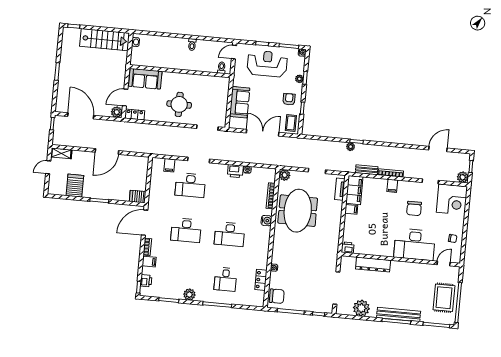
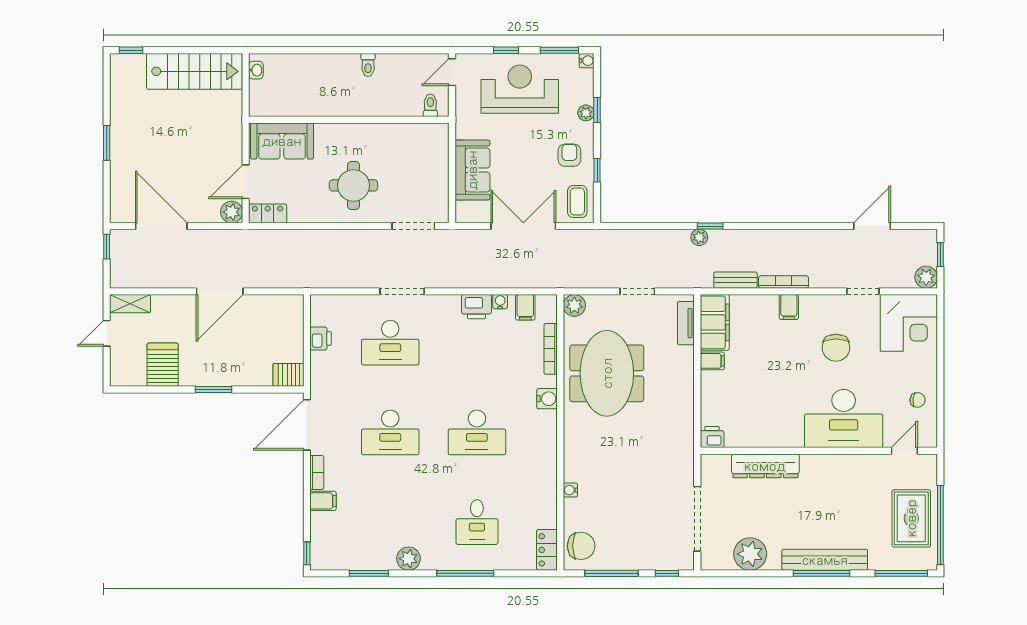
filing cabinet: (169, 165) -> (525, 307), moved
locker: (261, 280) -> (547, 550), moved
printer: (146, 281) -> (321, 338), moved

